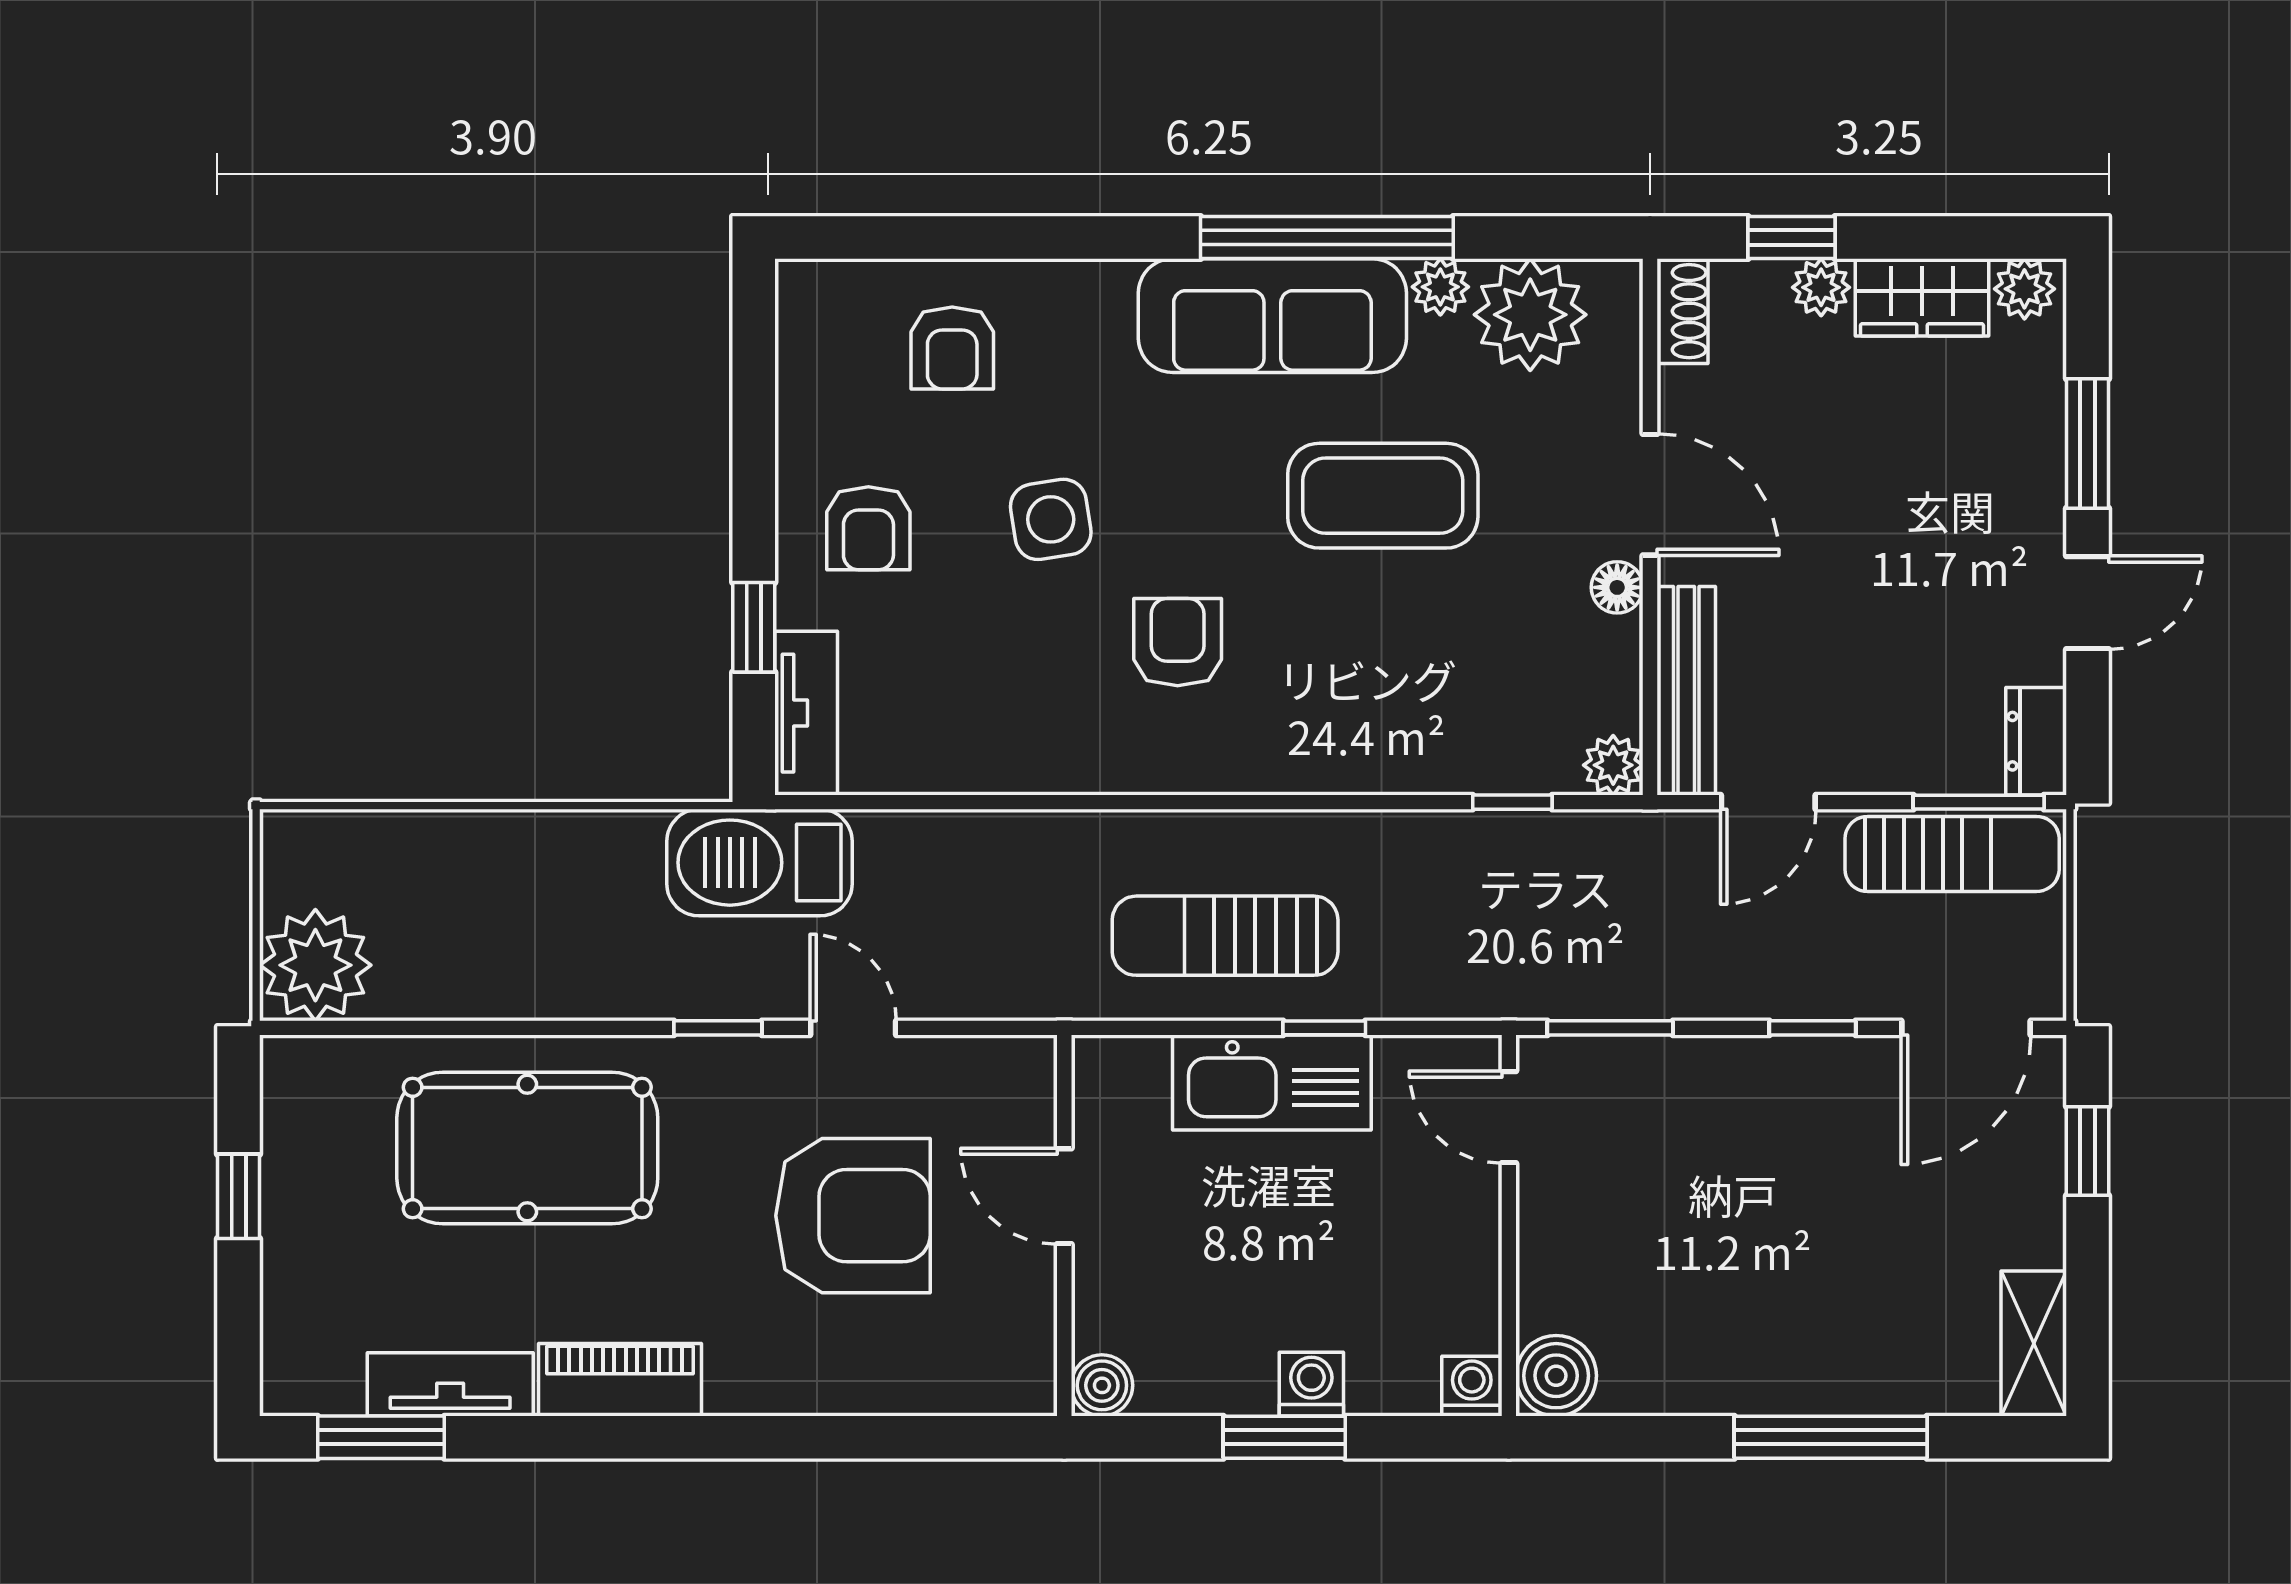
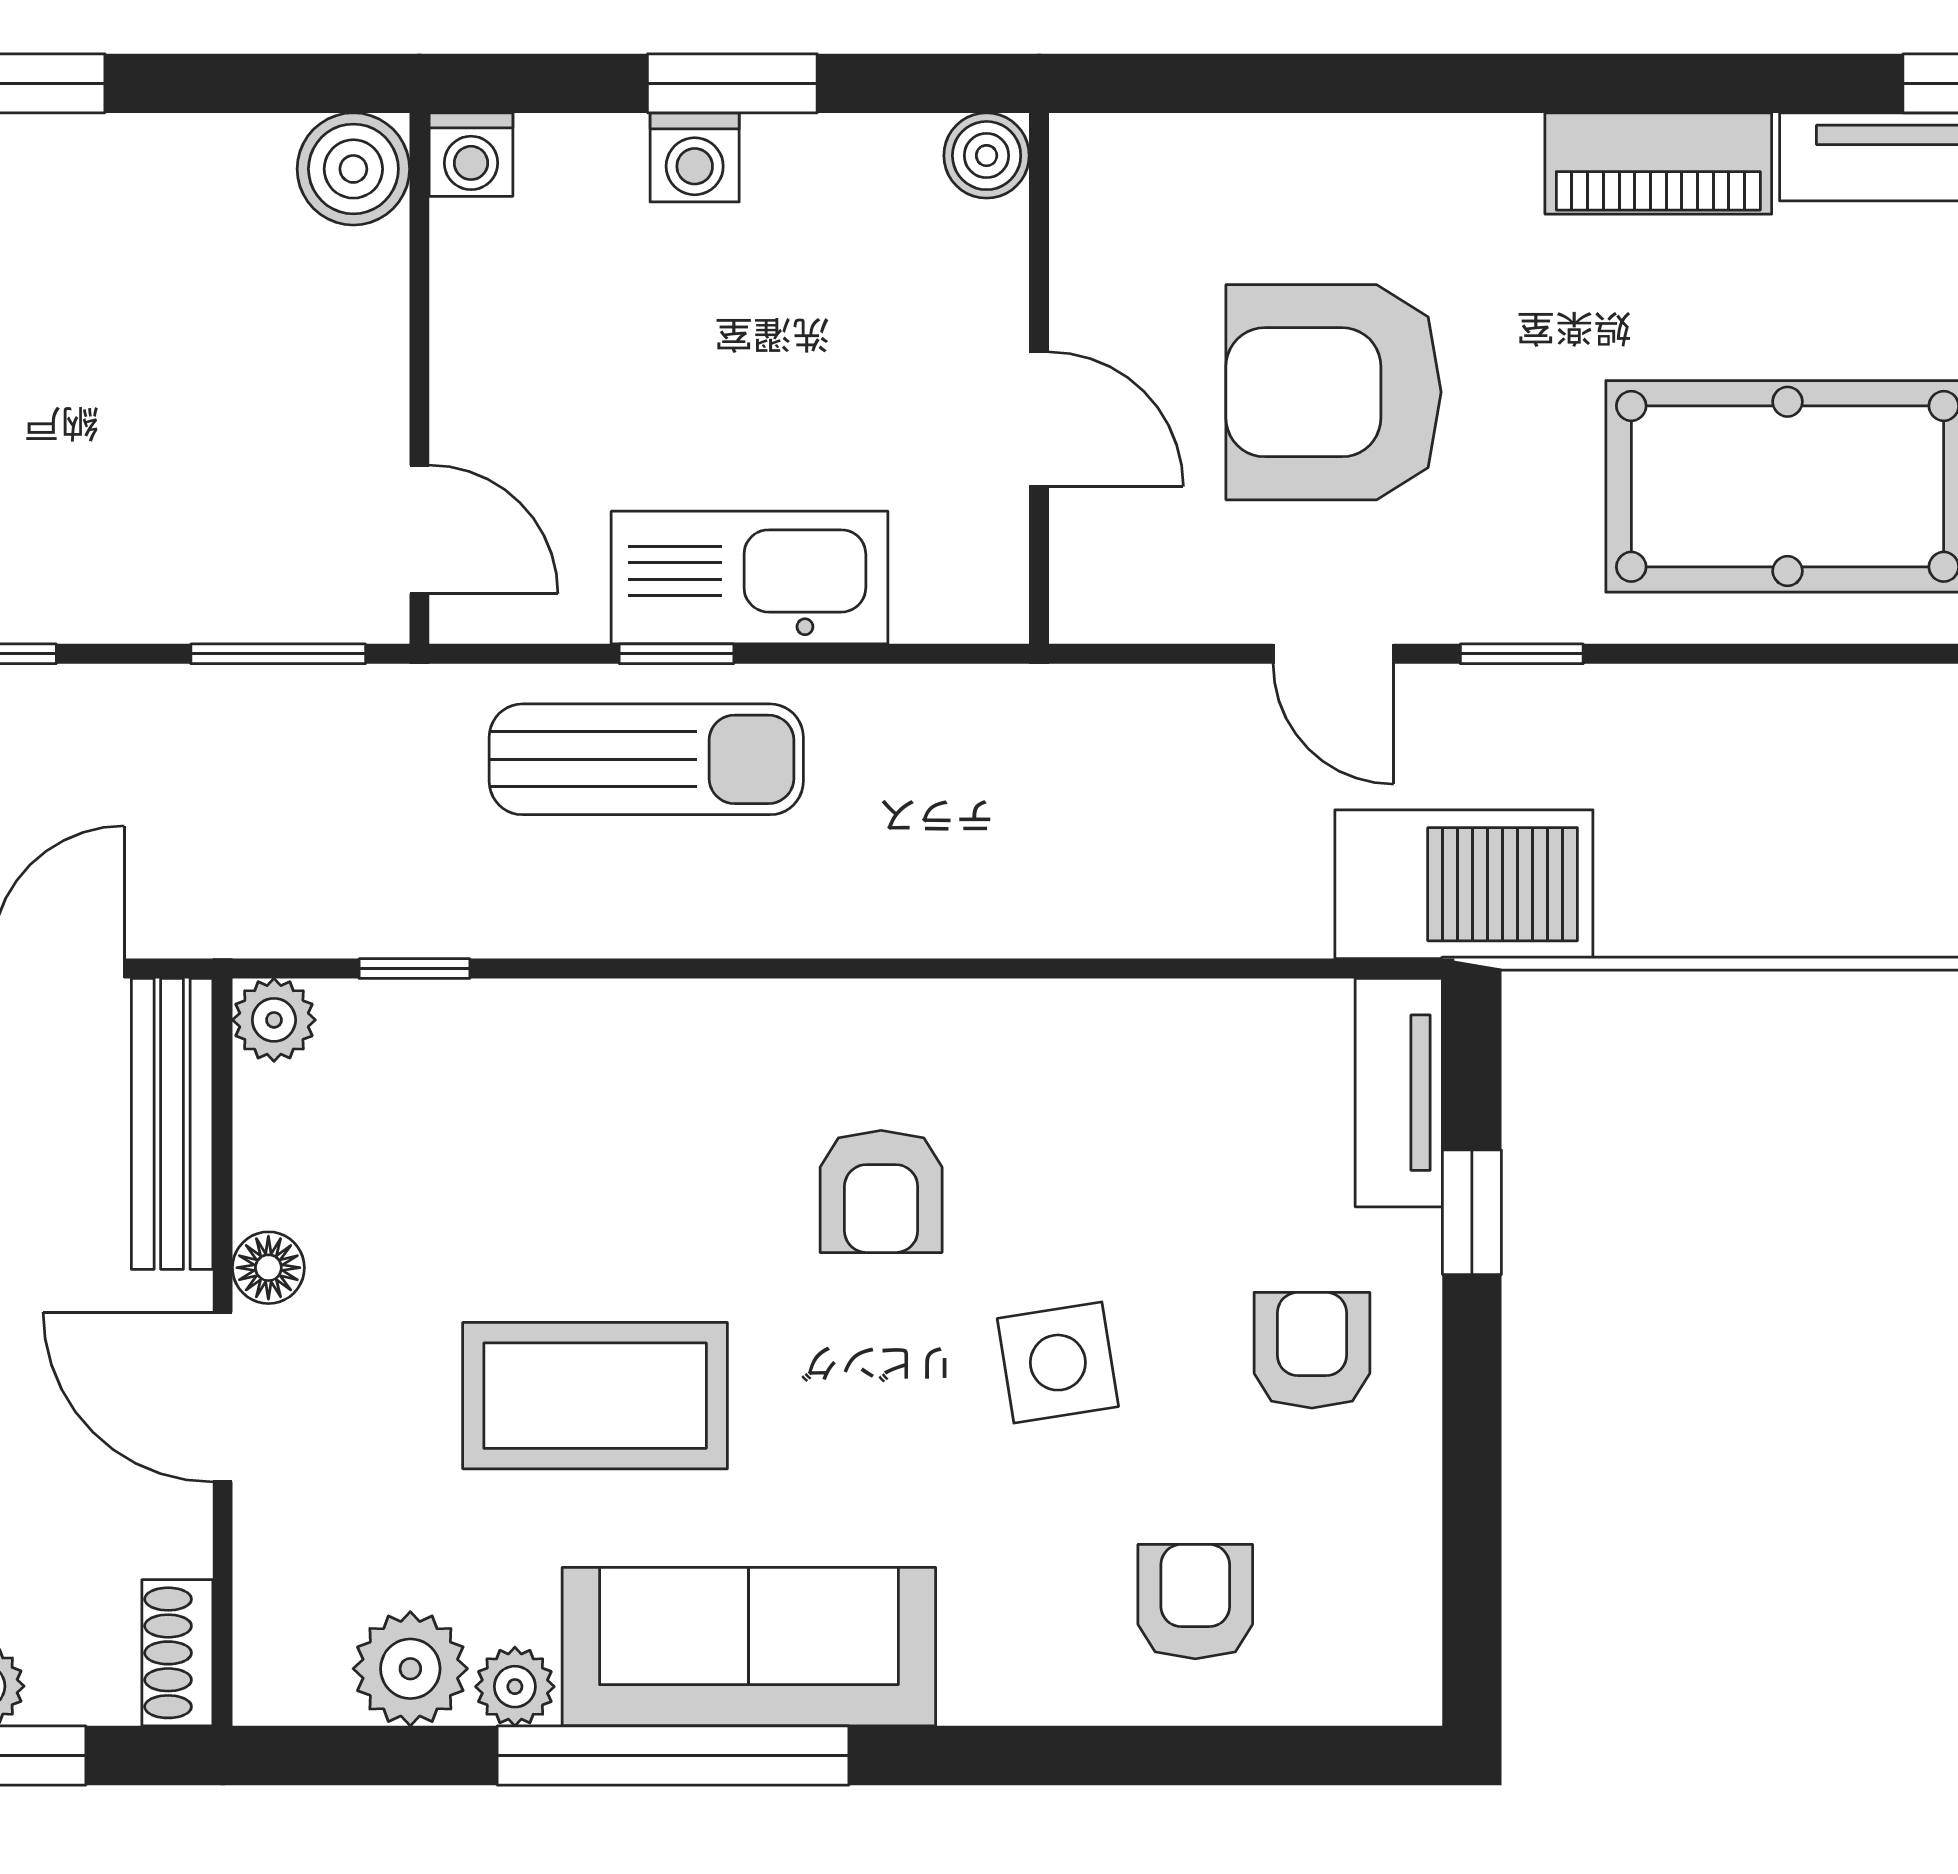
plant: (1530, 315) -> (410, 1669), width x0.73, depth x0.73
sun lounger: (1225, 936) -> (646, 759), moved

